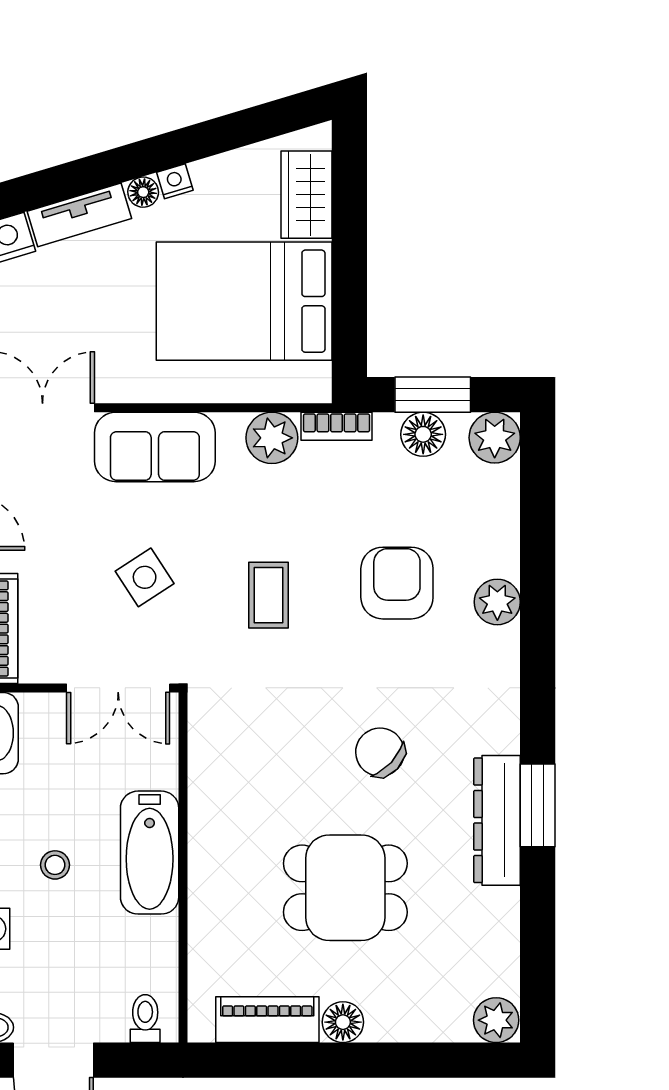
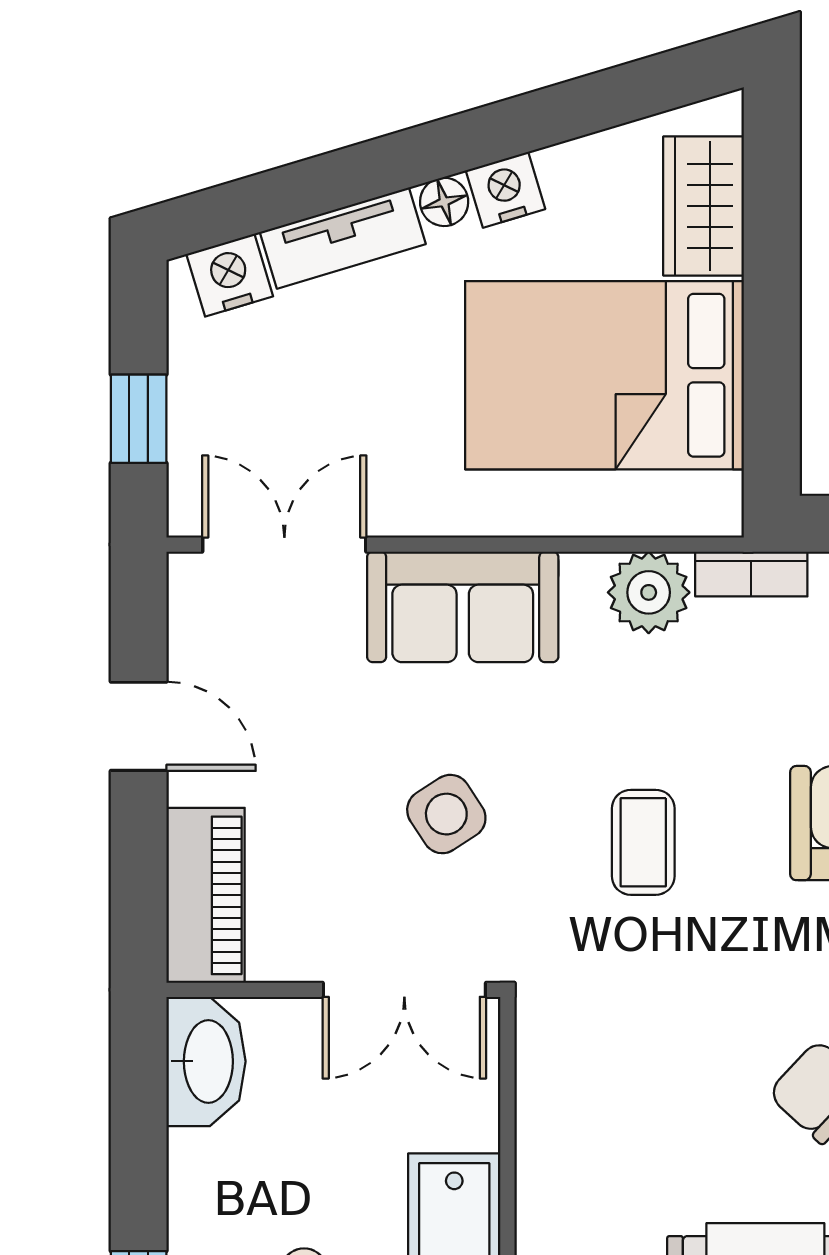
nightstand: (175, 181) -> (505, 190), width x1.39, depth x1.35

